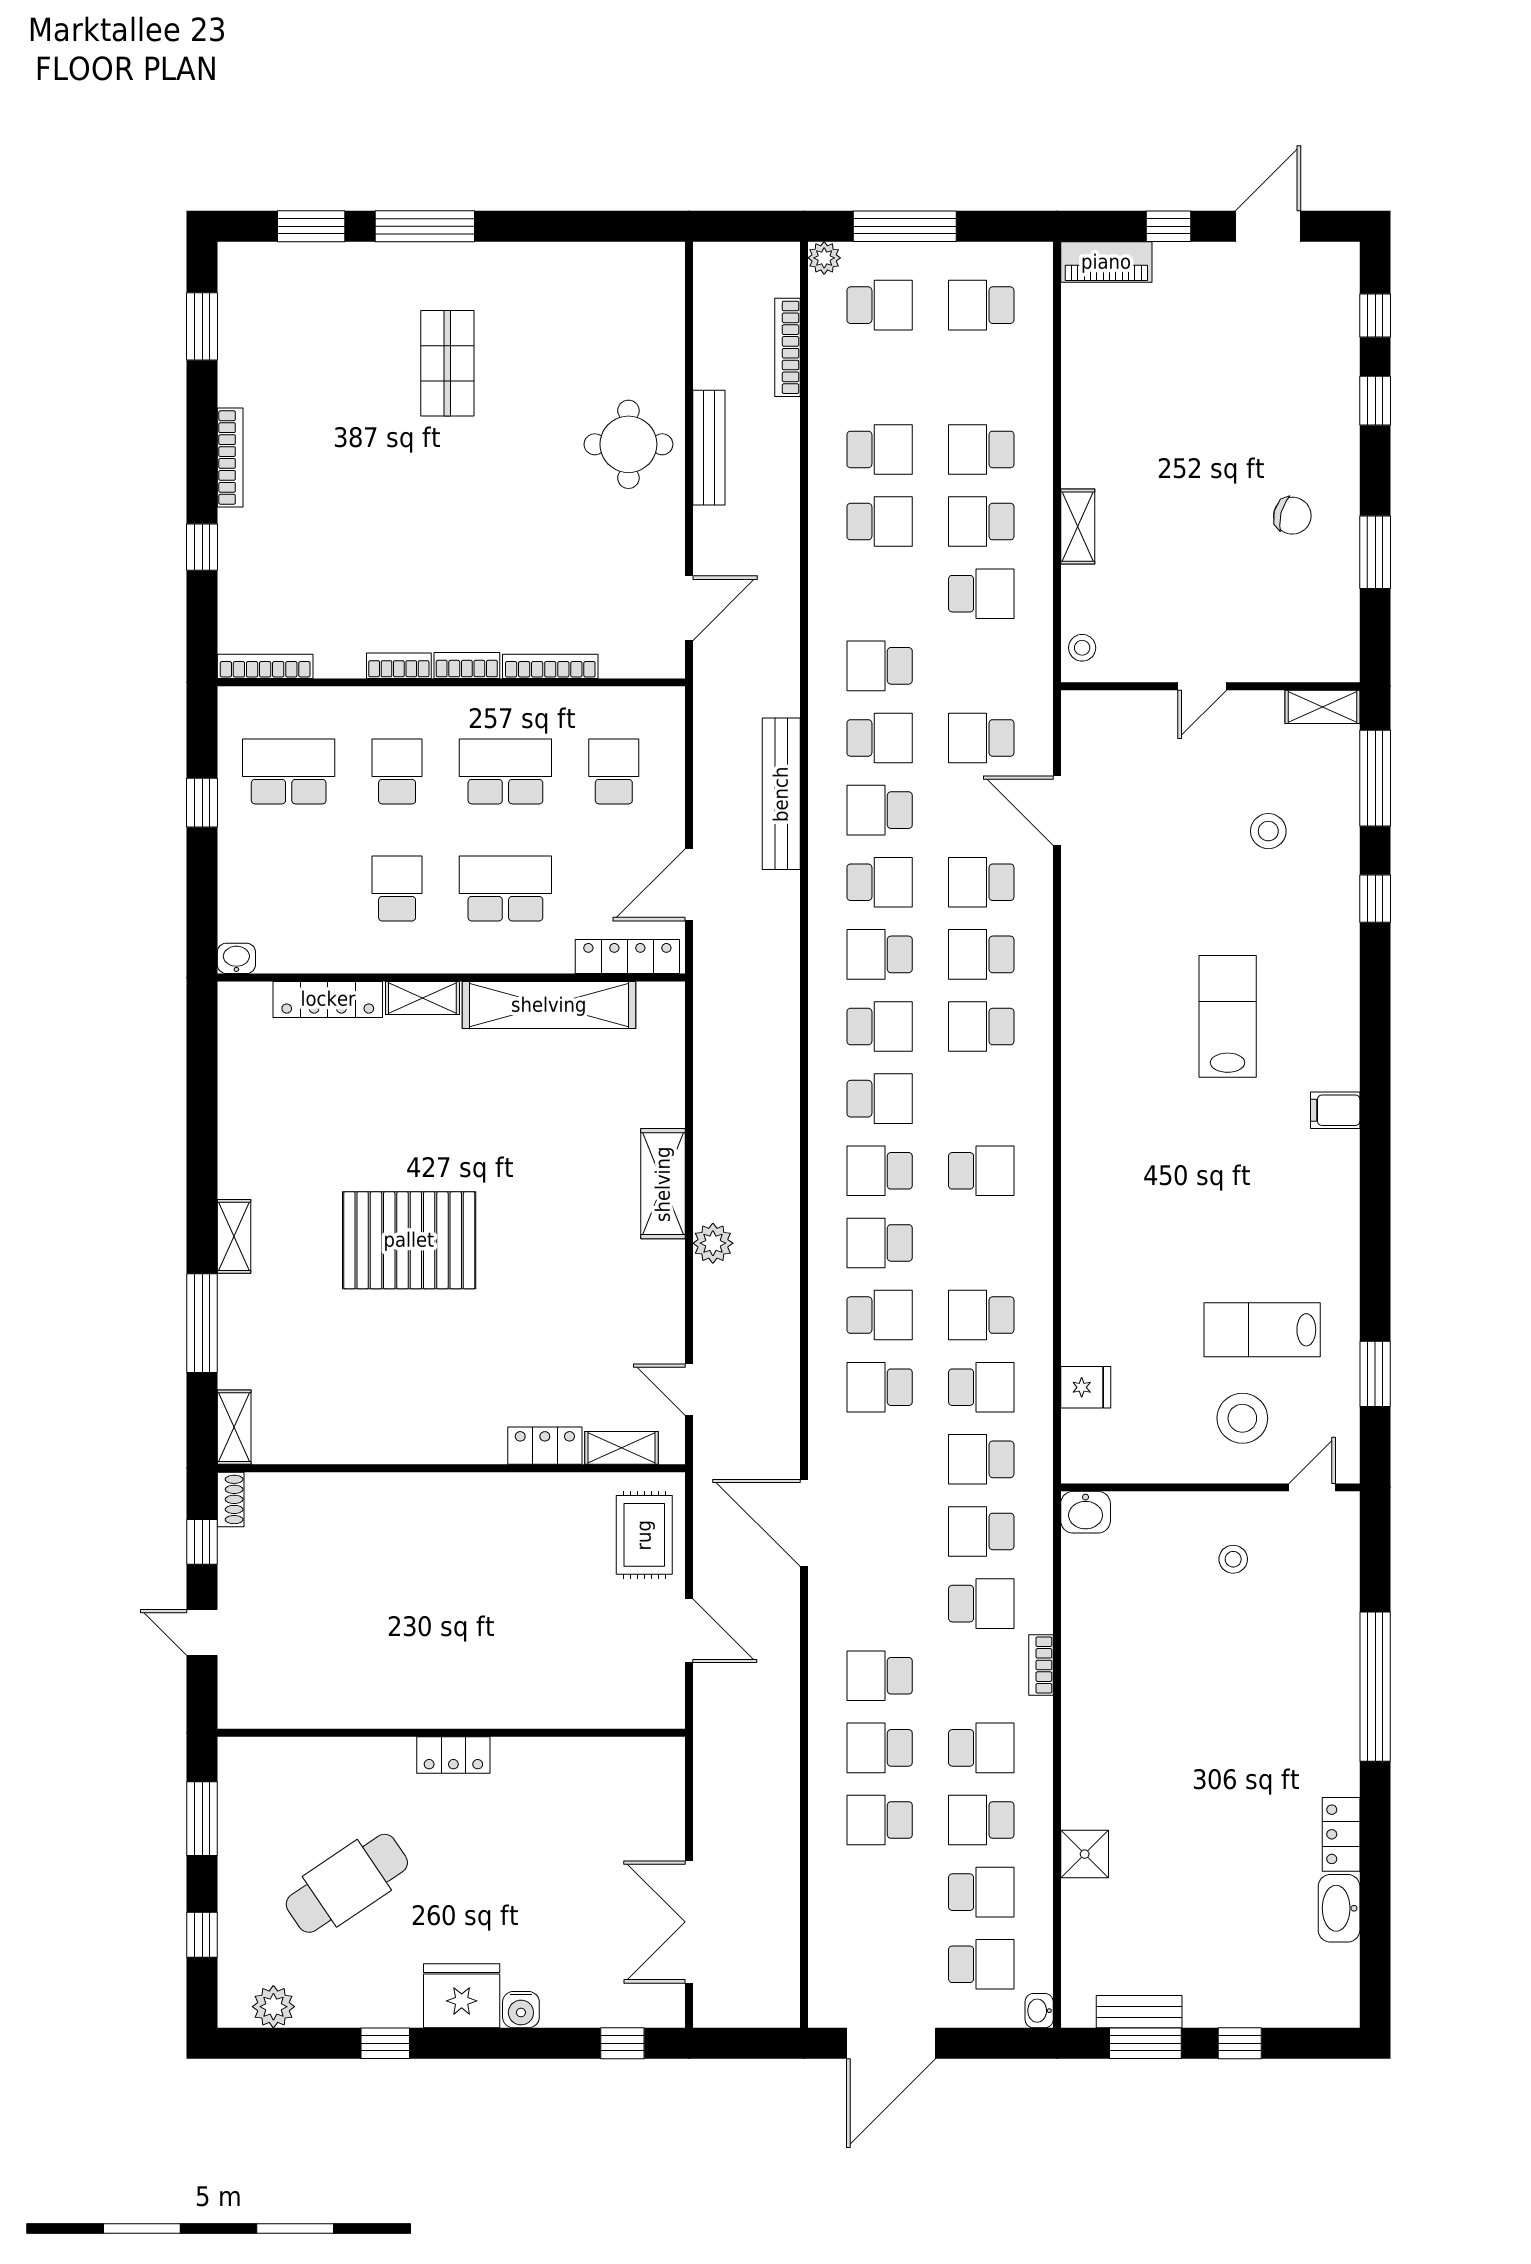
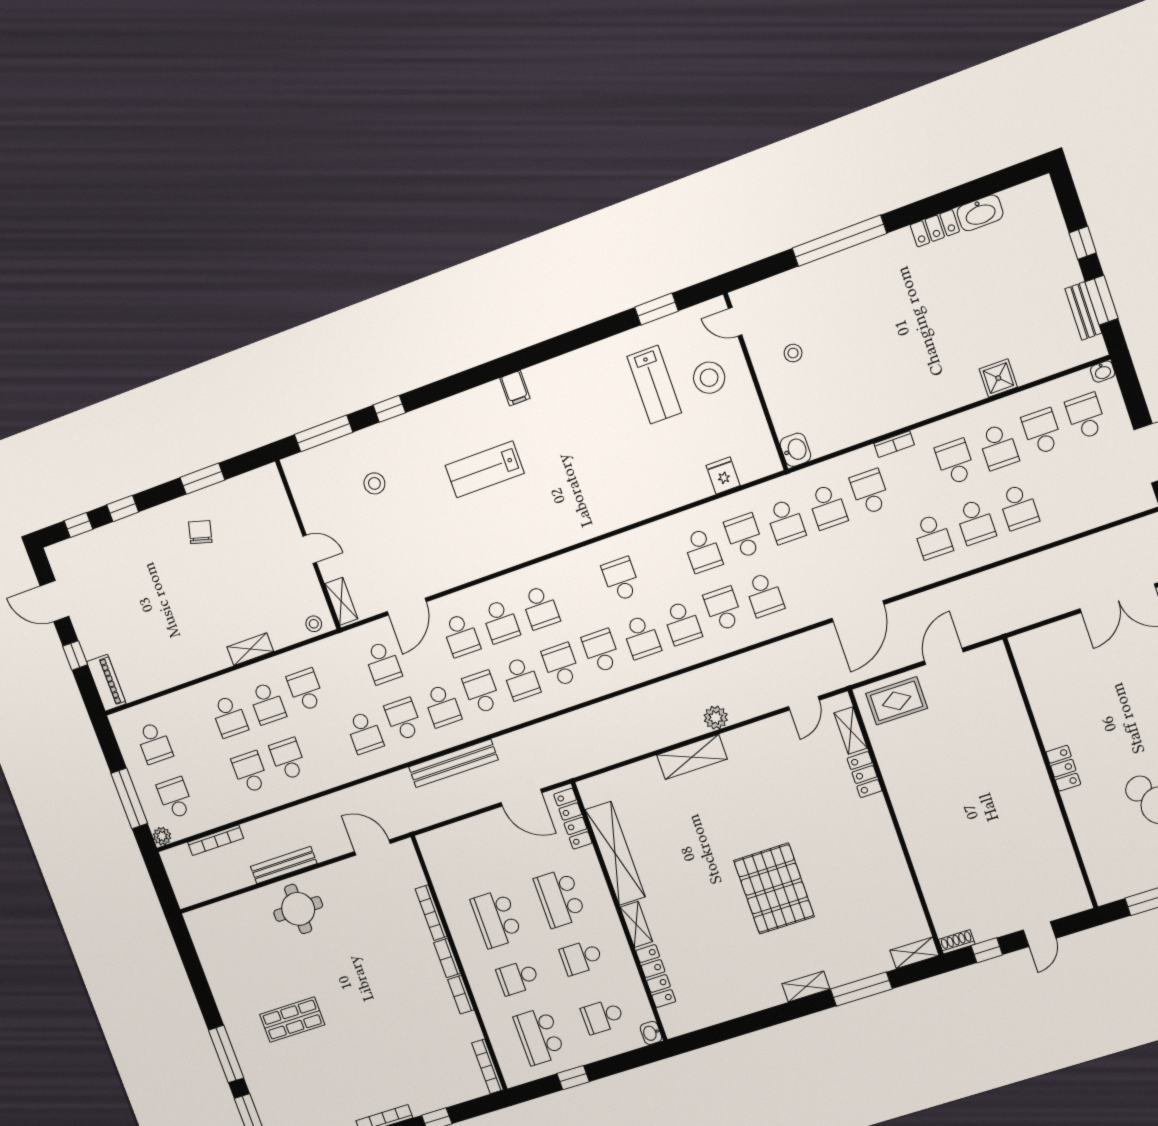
shelving: (1322, 707) -> (341, 601), moved
school desk: (614, 771) -> (603, 1016), moved

